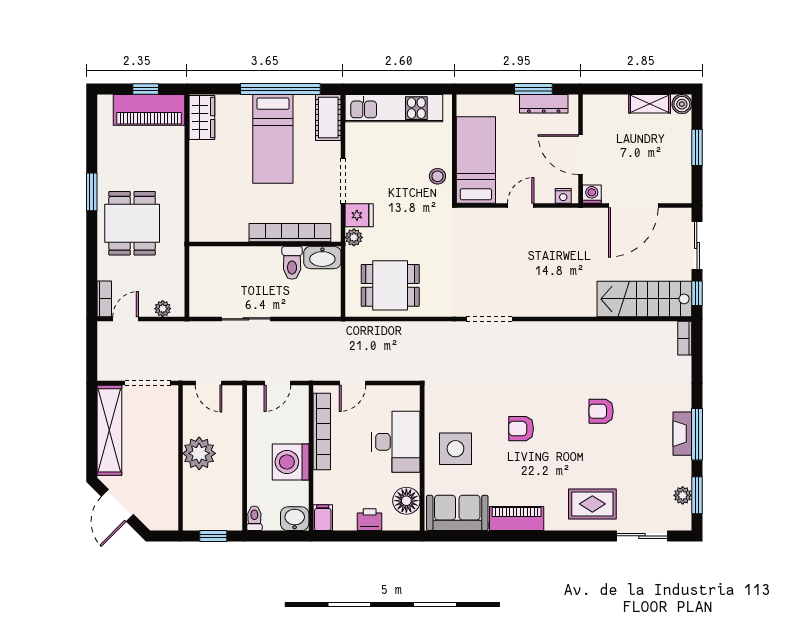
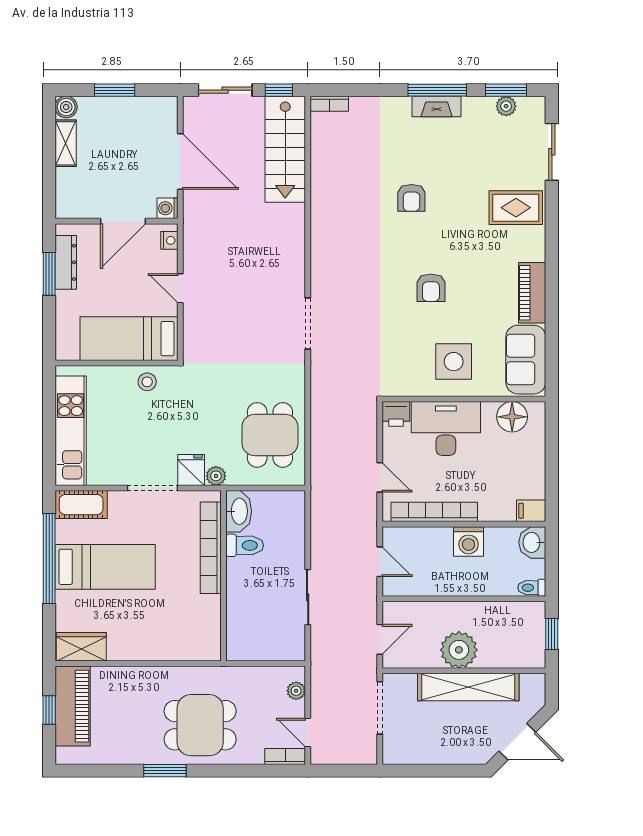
shelving: (109, 430) -> (468, 687), moved
washing machine: (291, 462) -> (469, 541), width x0.73, depth x0.73
rug: (592, 504) -> (516, 208), turned 90
printer: (370, 520) -> (396, 414), moved, turned -90

